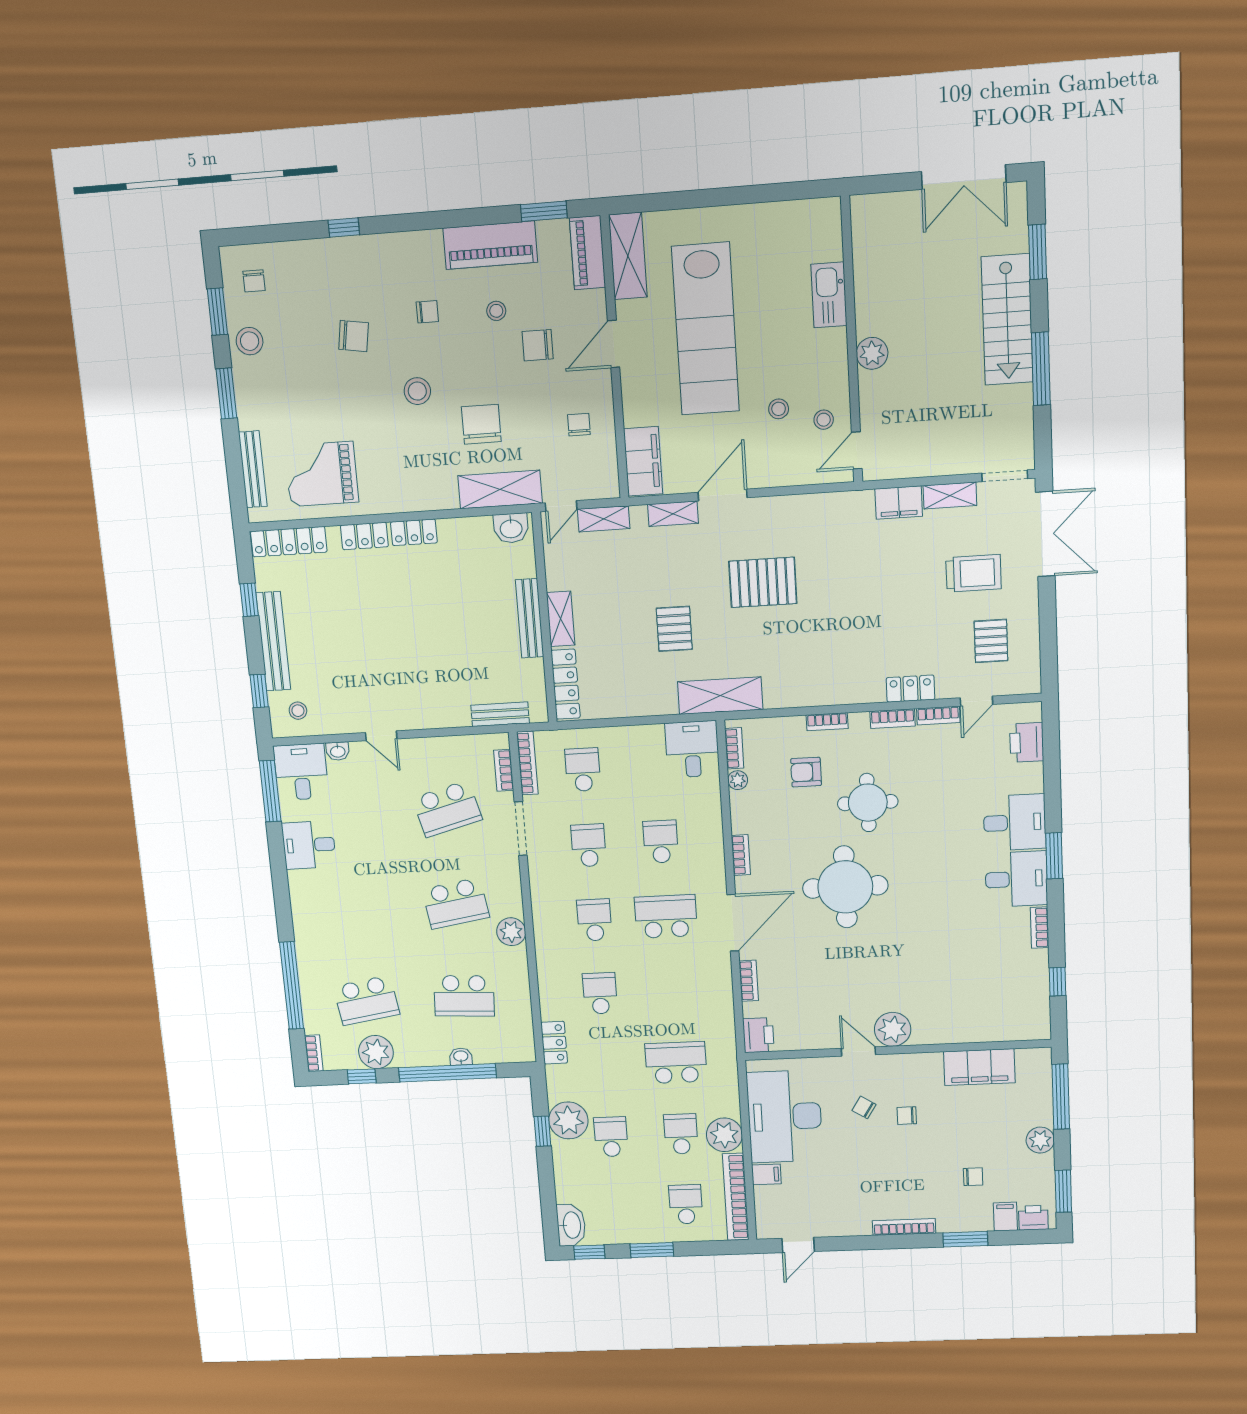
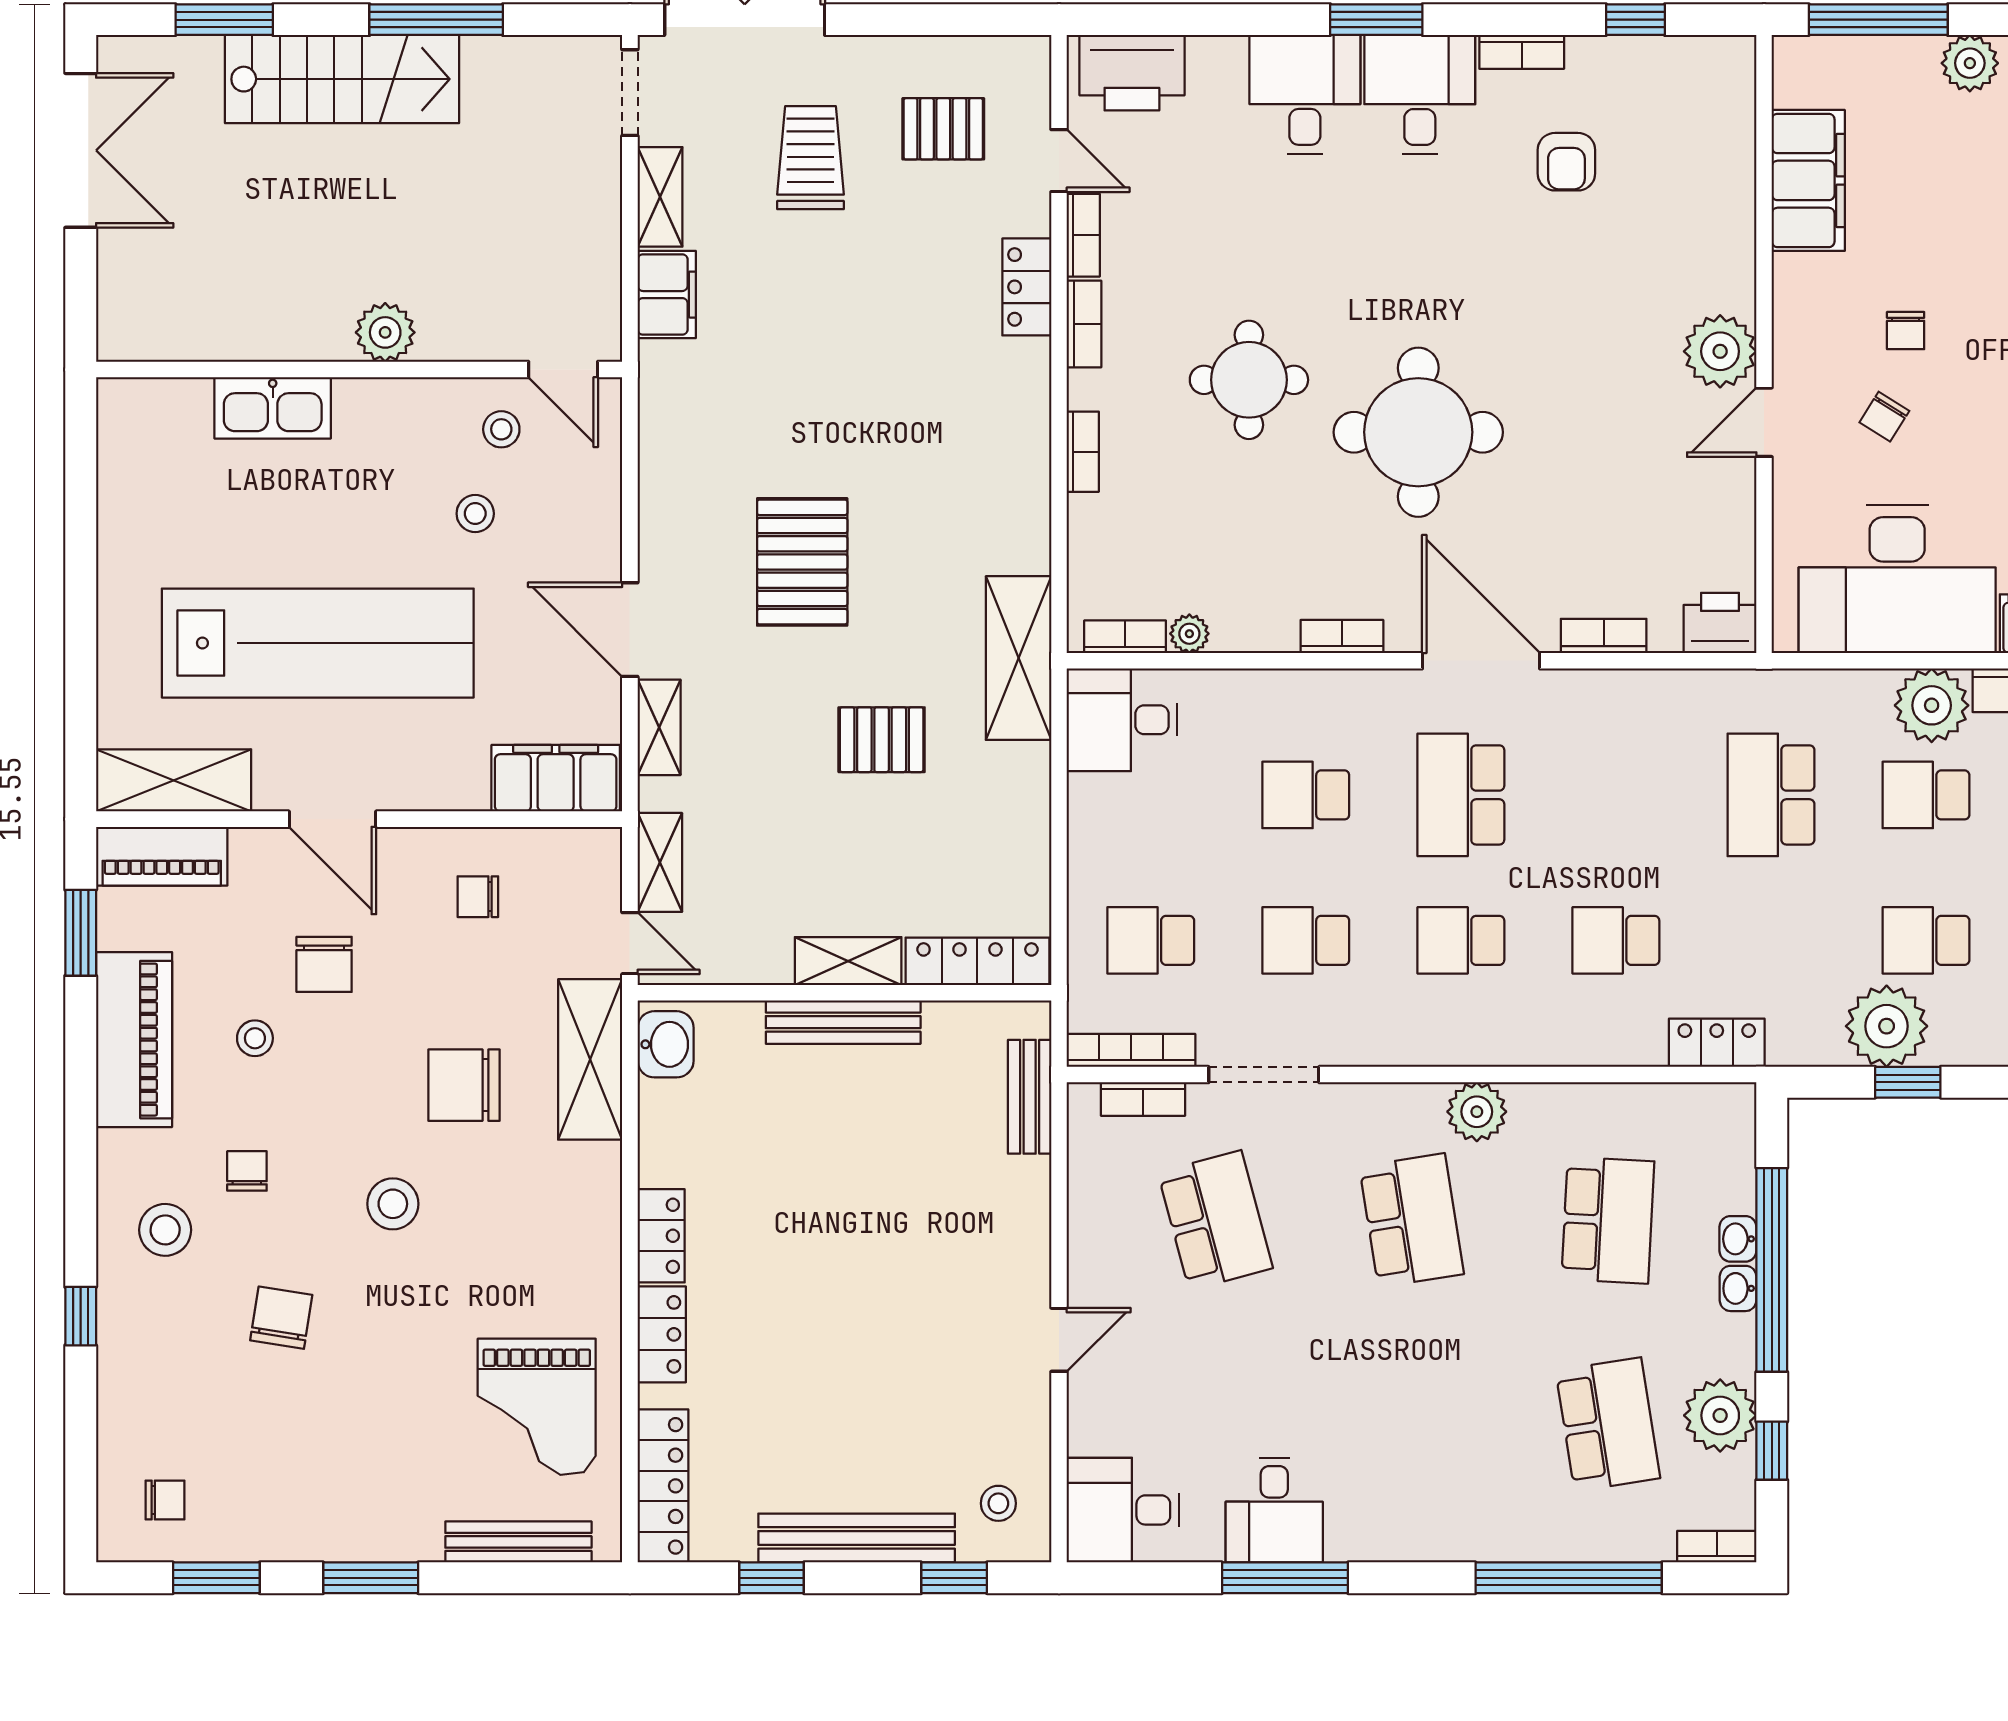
stool: (250, 341) -> (165, 1230), moved
printer: (1027, 742) -> (1132, 73), width x1.37, depth x1.19
washbasin: (338, 751) -> (1738, 1288), moved, turned 180
armchair: (806, 772) -> (1566, 162), moved
window: (270, 791) -> (1285, 1578), moved

